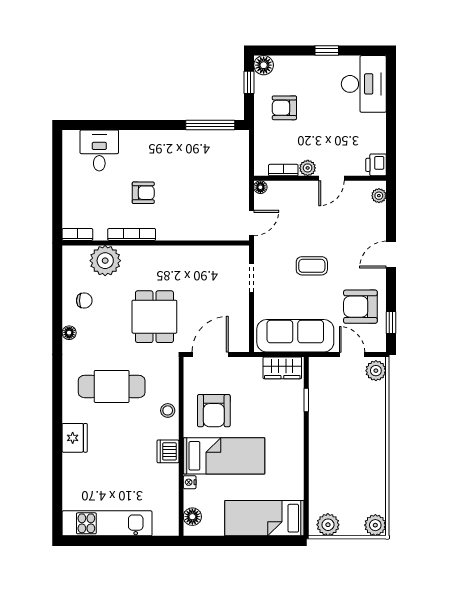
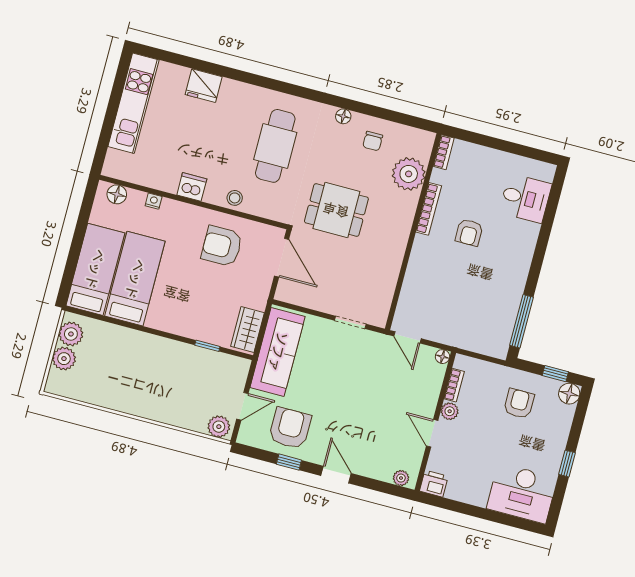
coffee table: (312, 266) -> (346, 389), removed
window: (391, 323) -> (289, 462), moved
fridge: (75, 438) -> (204, 86), moved
bed: (224, 456) -> (135, 279), moved, turned 180
plant: (375, 525) -> (64, 359), moved

